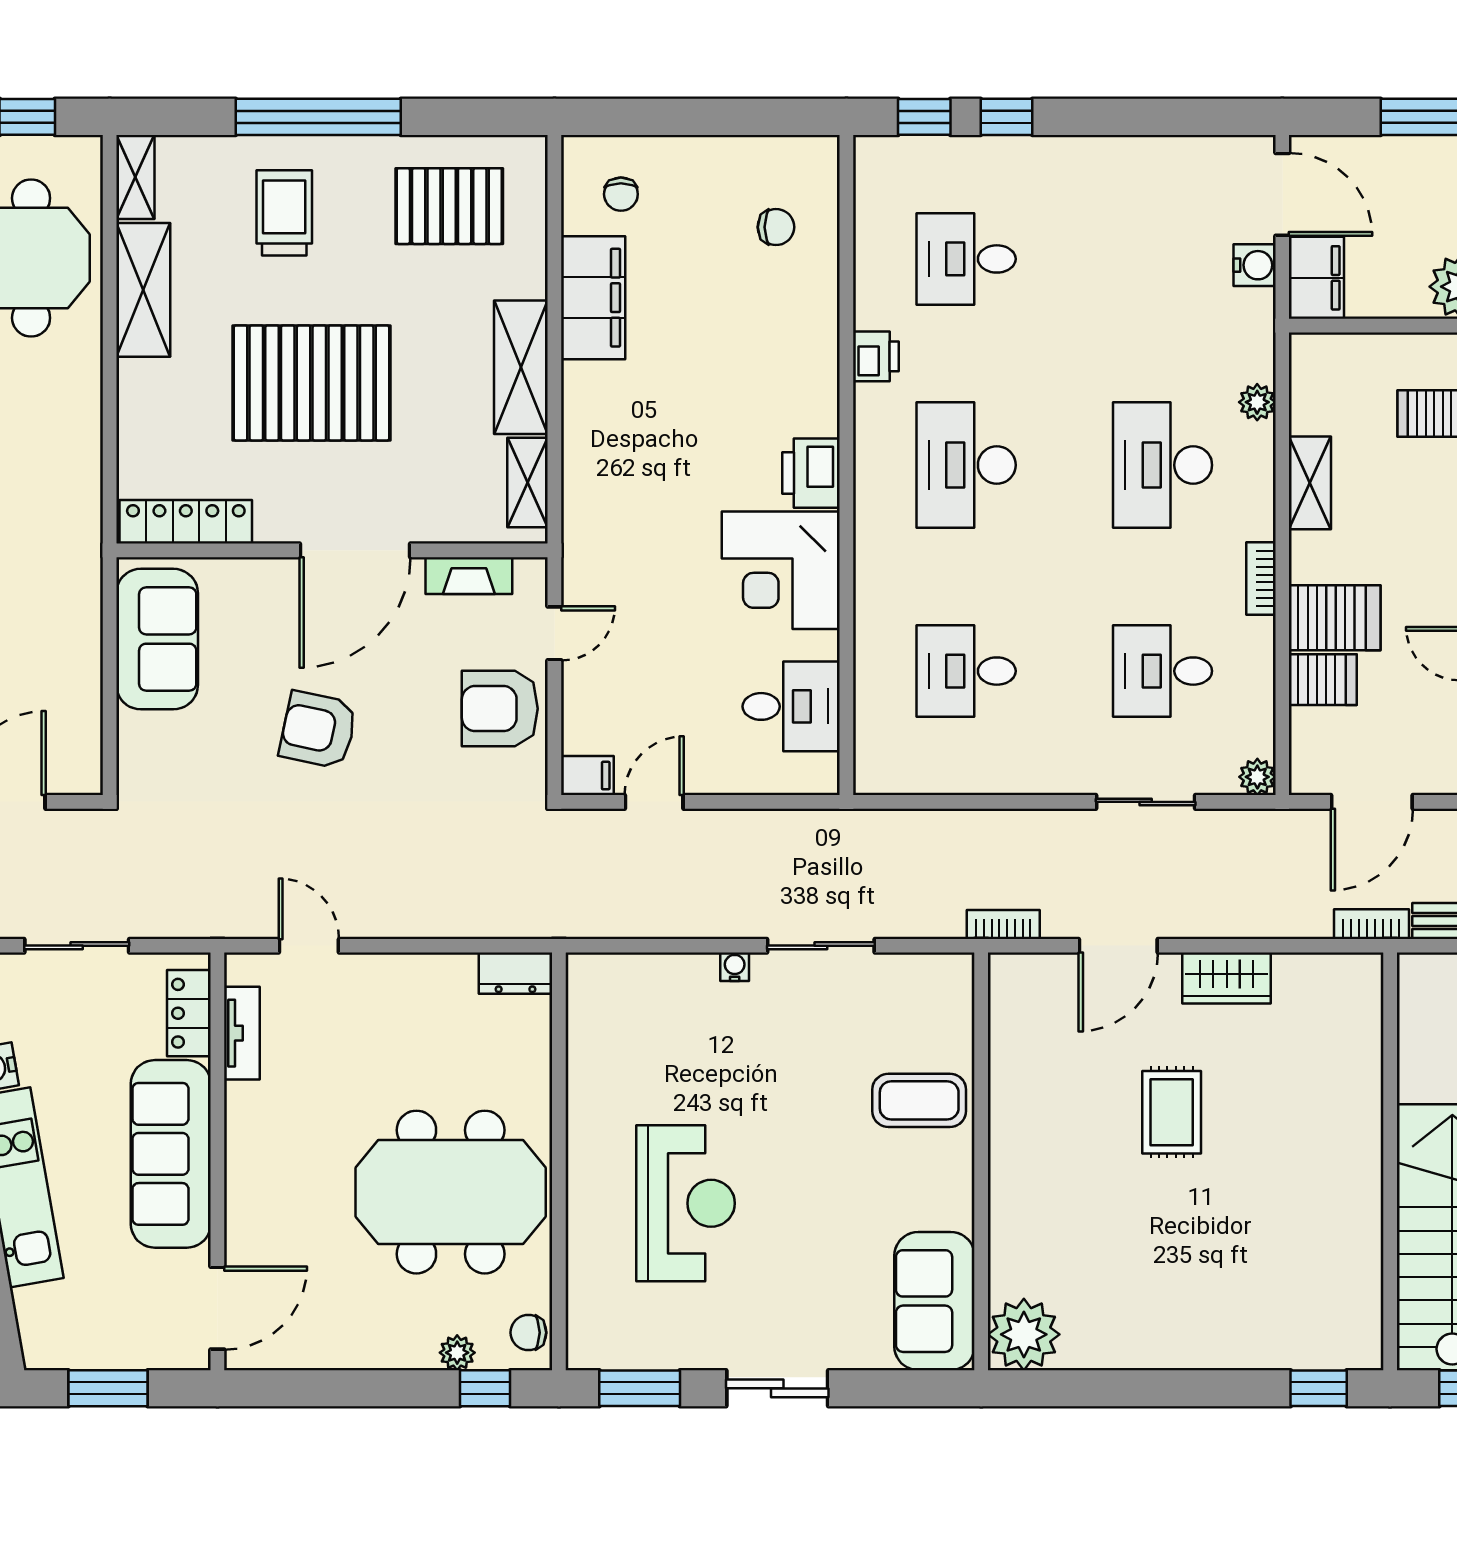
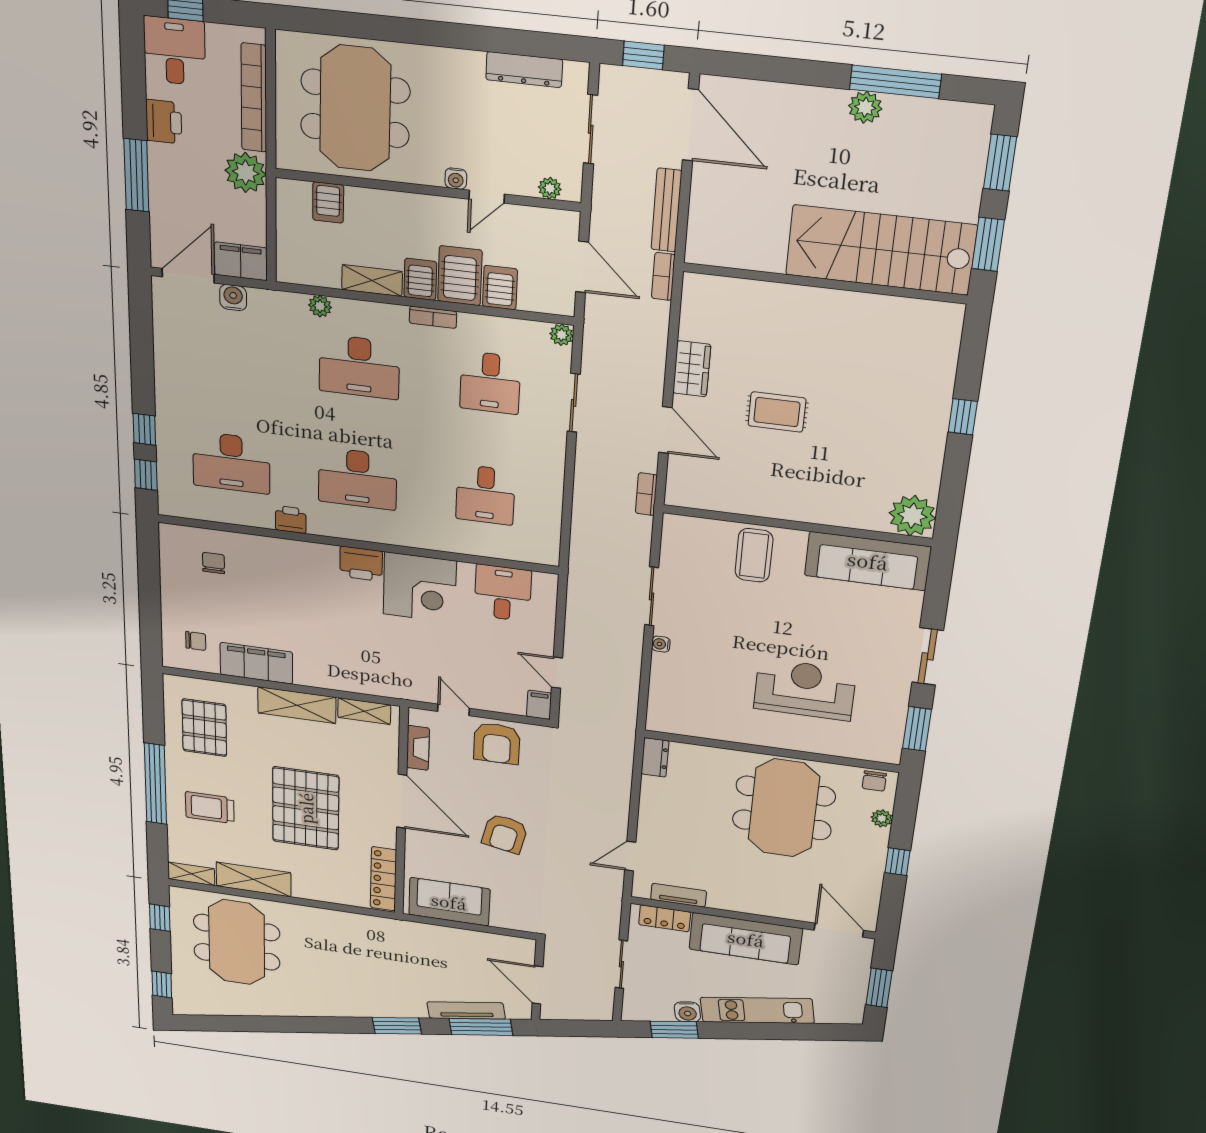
desk: (966, 259) -> (231, 463), width x1.37
server rack: (1321, 557) -> (420, 279), added
sofa: (934, 1301) -> (868, 561), width x1.36
window: (485, 1388) -> (897, 862), moved
window: (1319, 1388) -> (963, 417), moved

